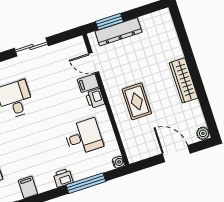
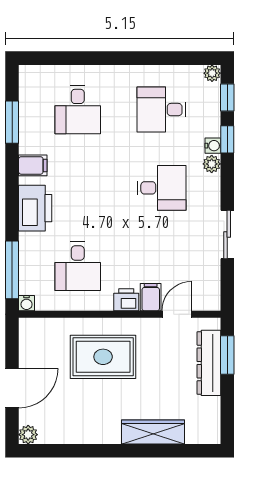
wardrobe: (184, 80) -> (153, 432), moved
rug: (137, 101) -> (103, 357), width x1.36, depth x1.43
printer: (63, 178) -> (35, 208), width x1.87, depth x1.48
window: (86, 183) -> (12, 270), moved

